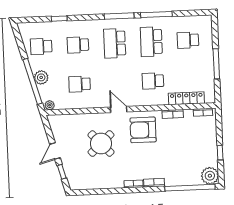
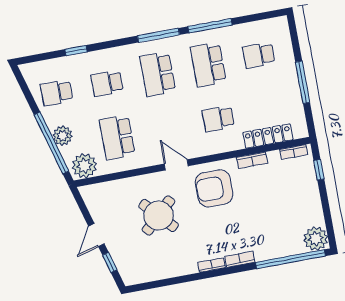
school desk: (80, 84) -> (117, 137), width x1.85
plant: (50, 105) -> (84, 166), width x1.88, depth x1.88
window: (220, 153) -> (319, 170), moved

